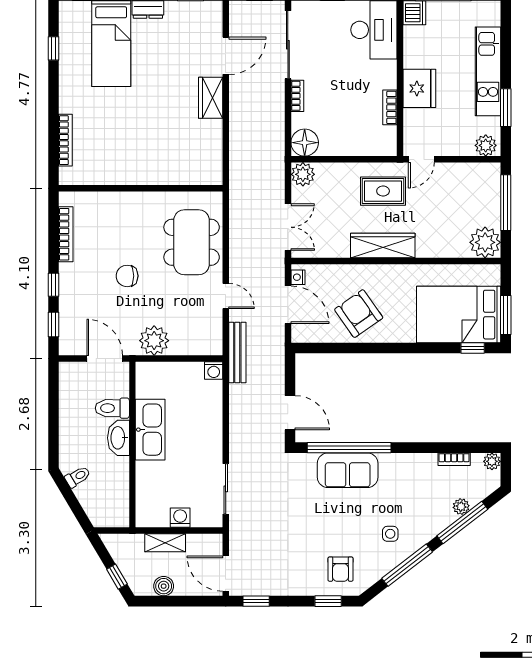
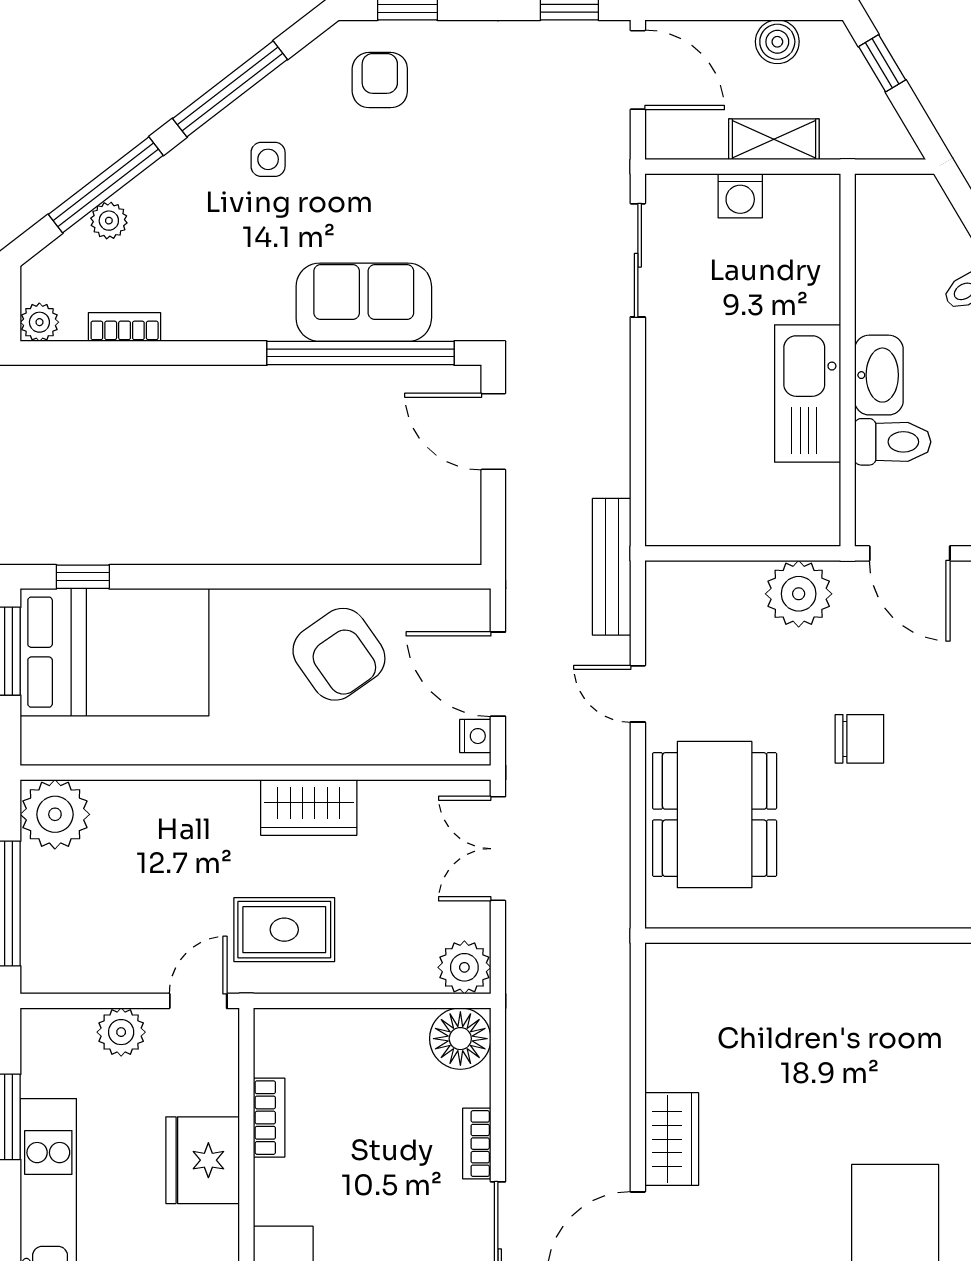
plant: (486, 145) -> (121, 1032), moved
wardrobe: (383, 245) -> (309, 807), width x0.67
washing machine: (214, 370) -> (665, 526), removed

